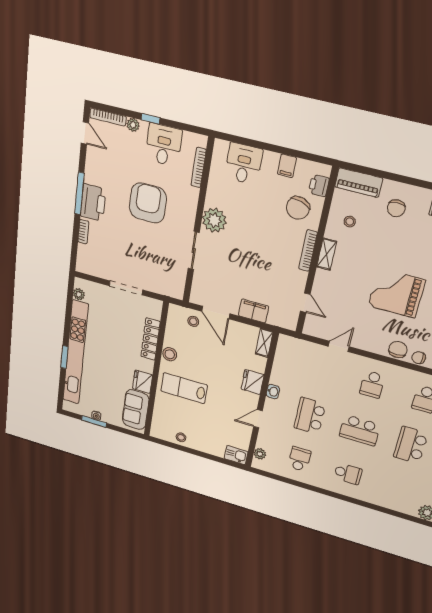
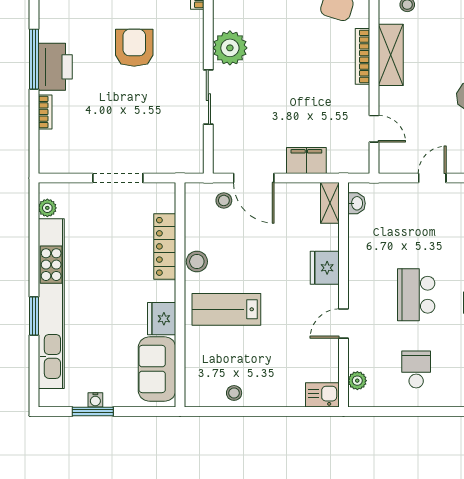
armchair: (148, 203) -> (134, 48), width x0.73, depth x0.73
shelving: (327, 254) -> (391, 55), width x1.50, depth x1.33
washbasin: (273, 392) -> (357, 203), moved

